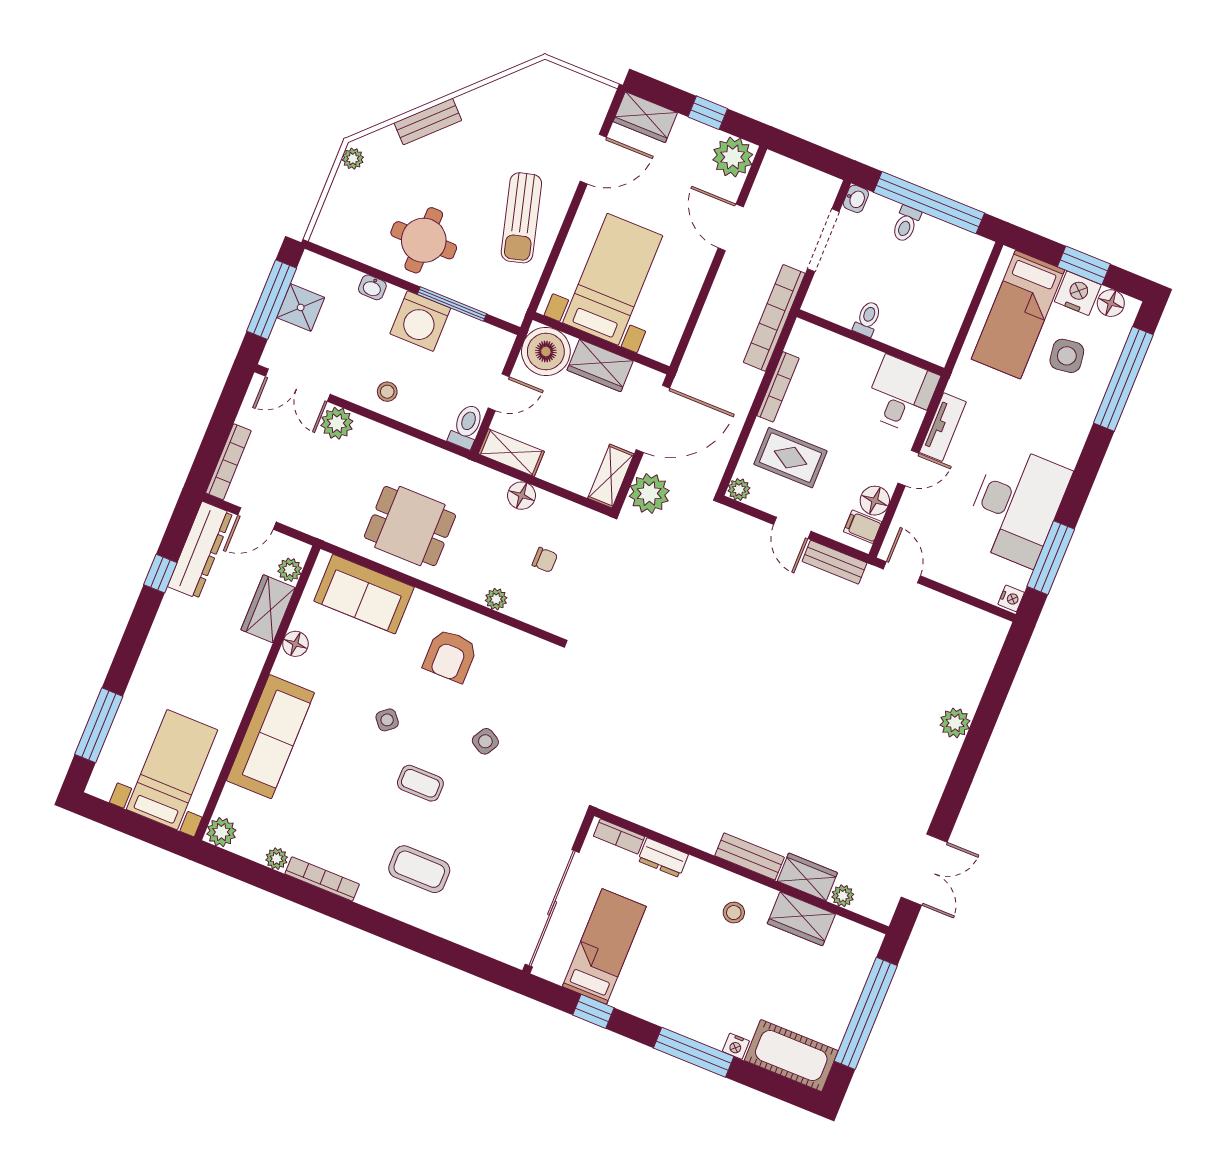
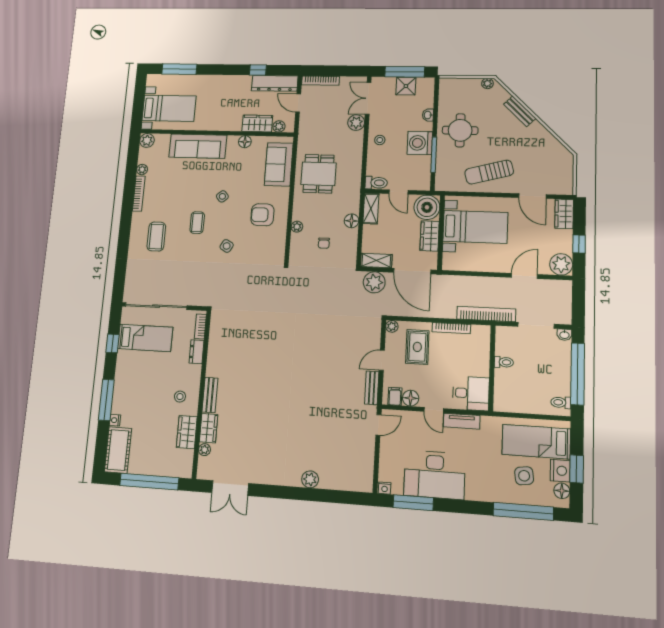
toilet: (906, 224) -> (561, 402), moved

